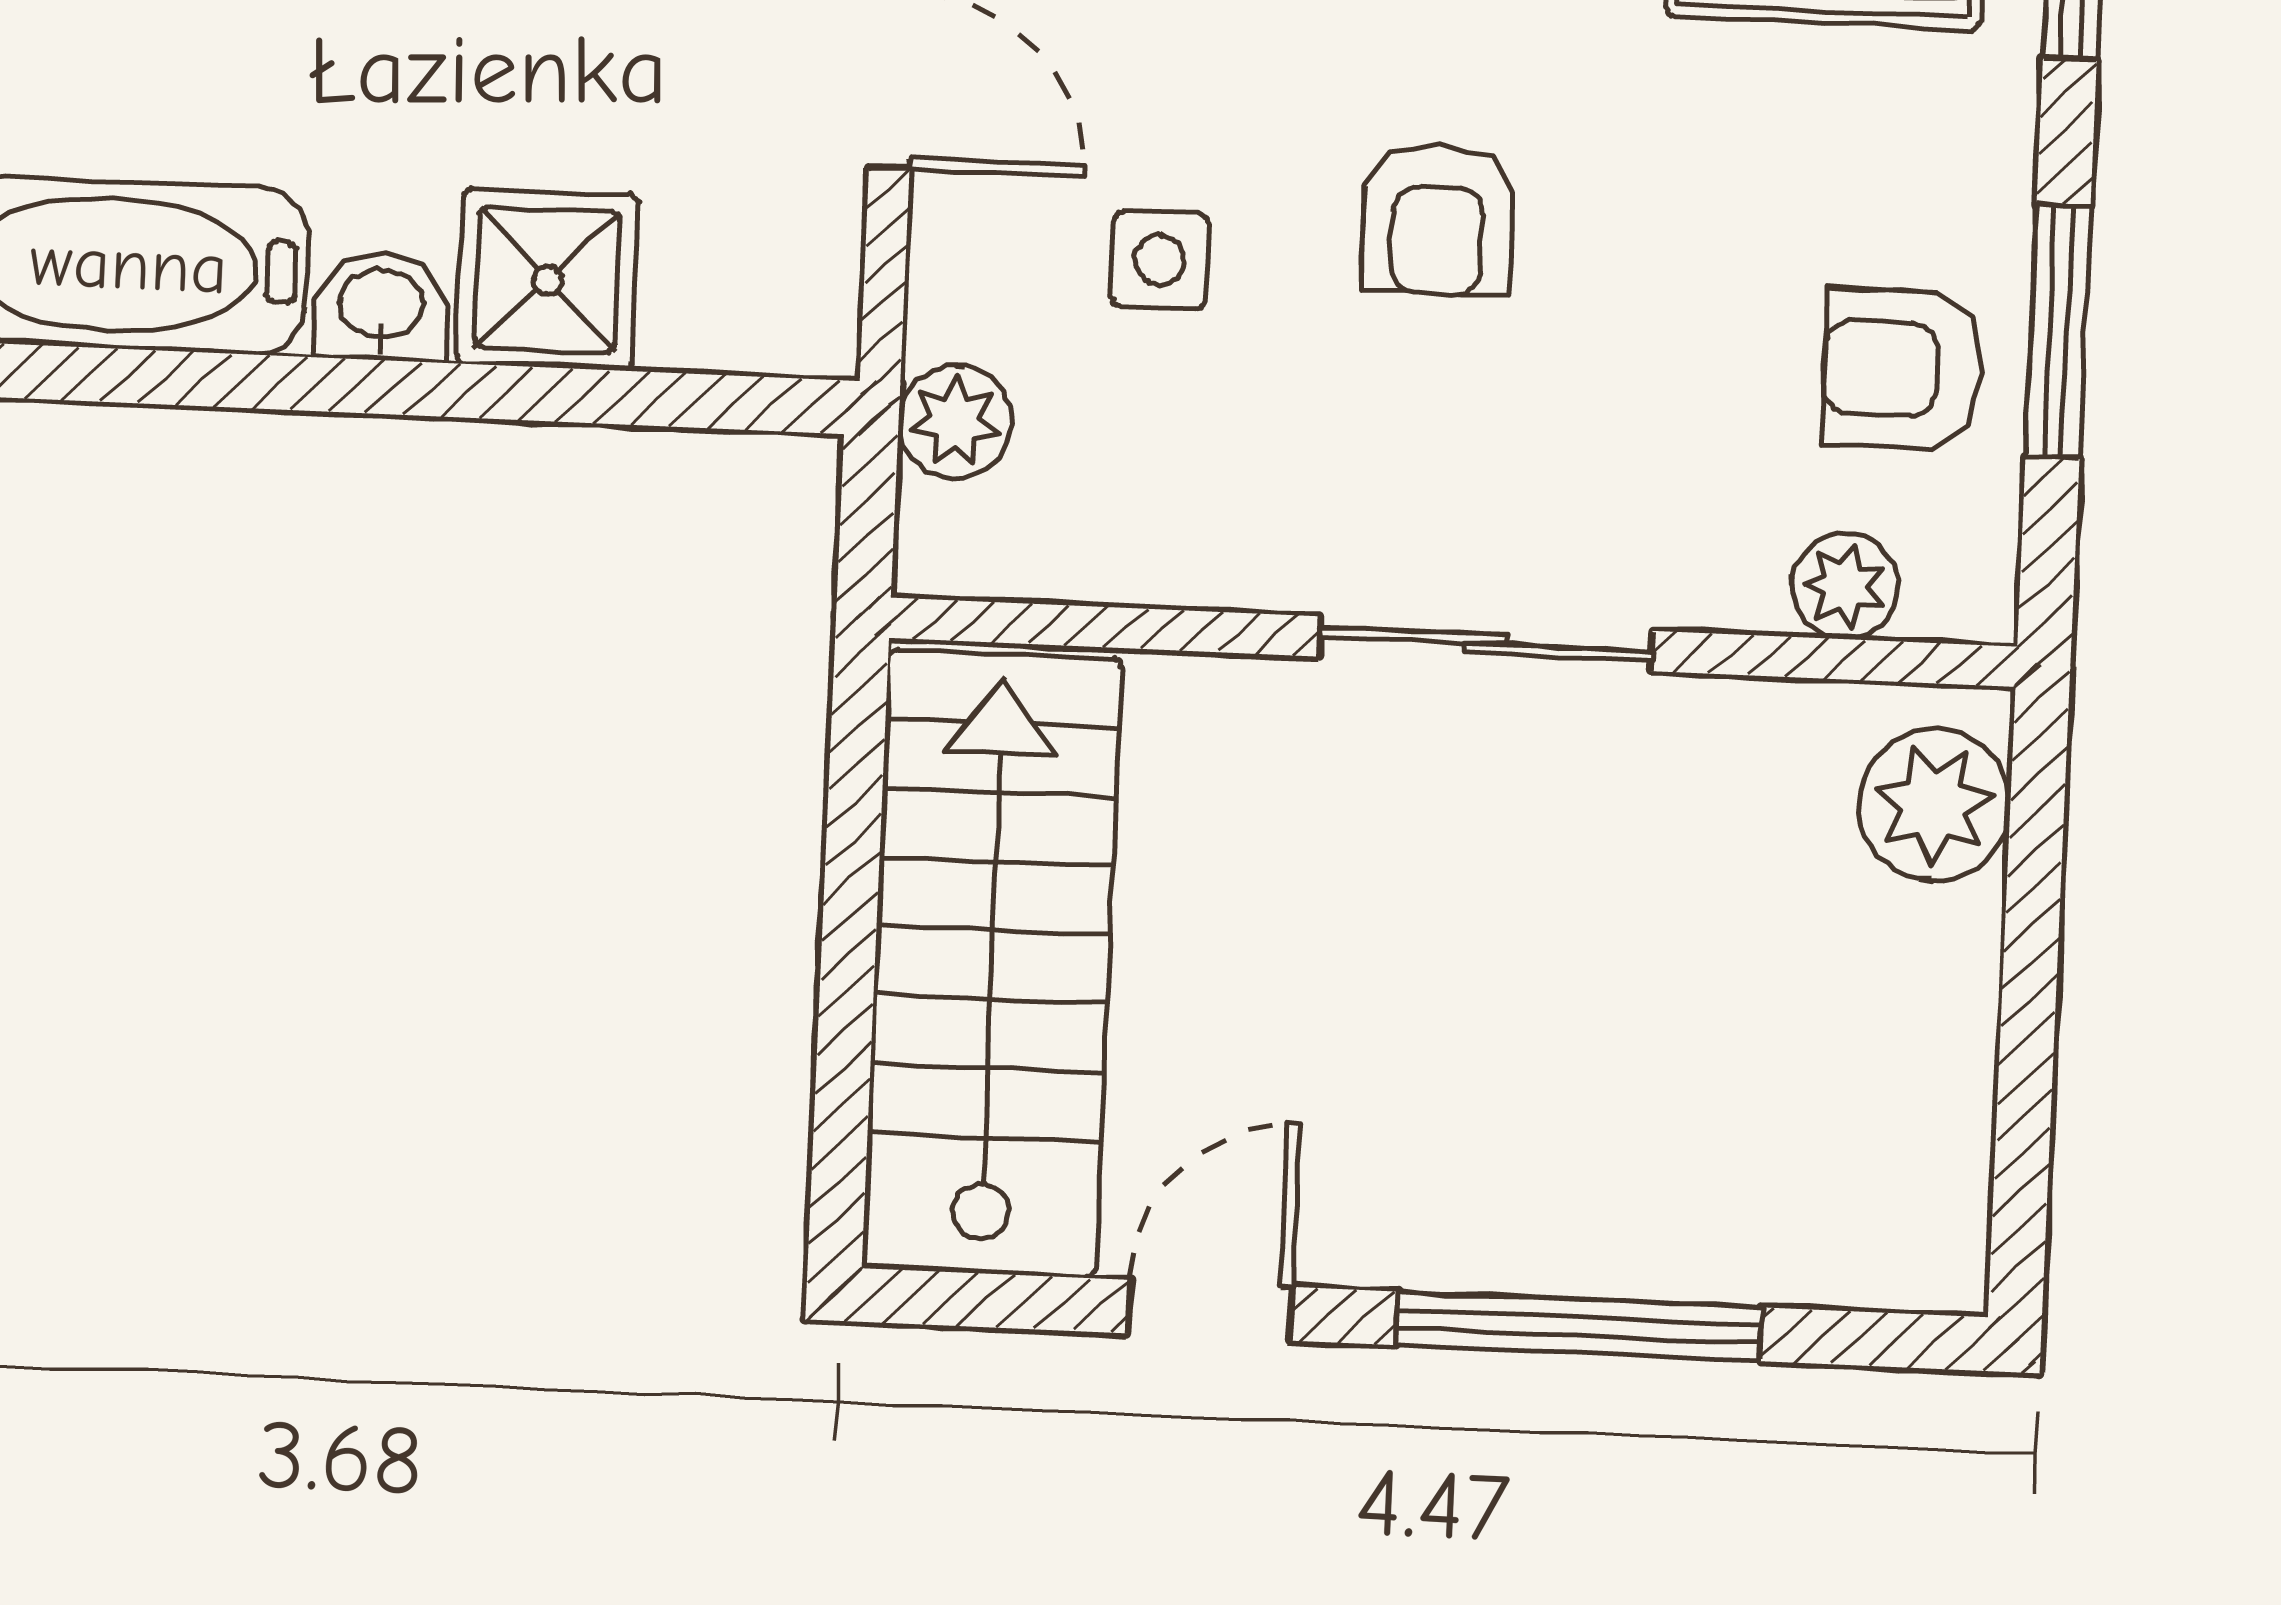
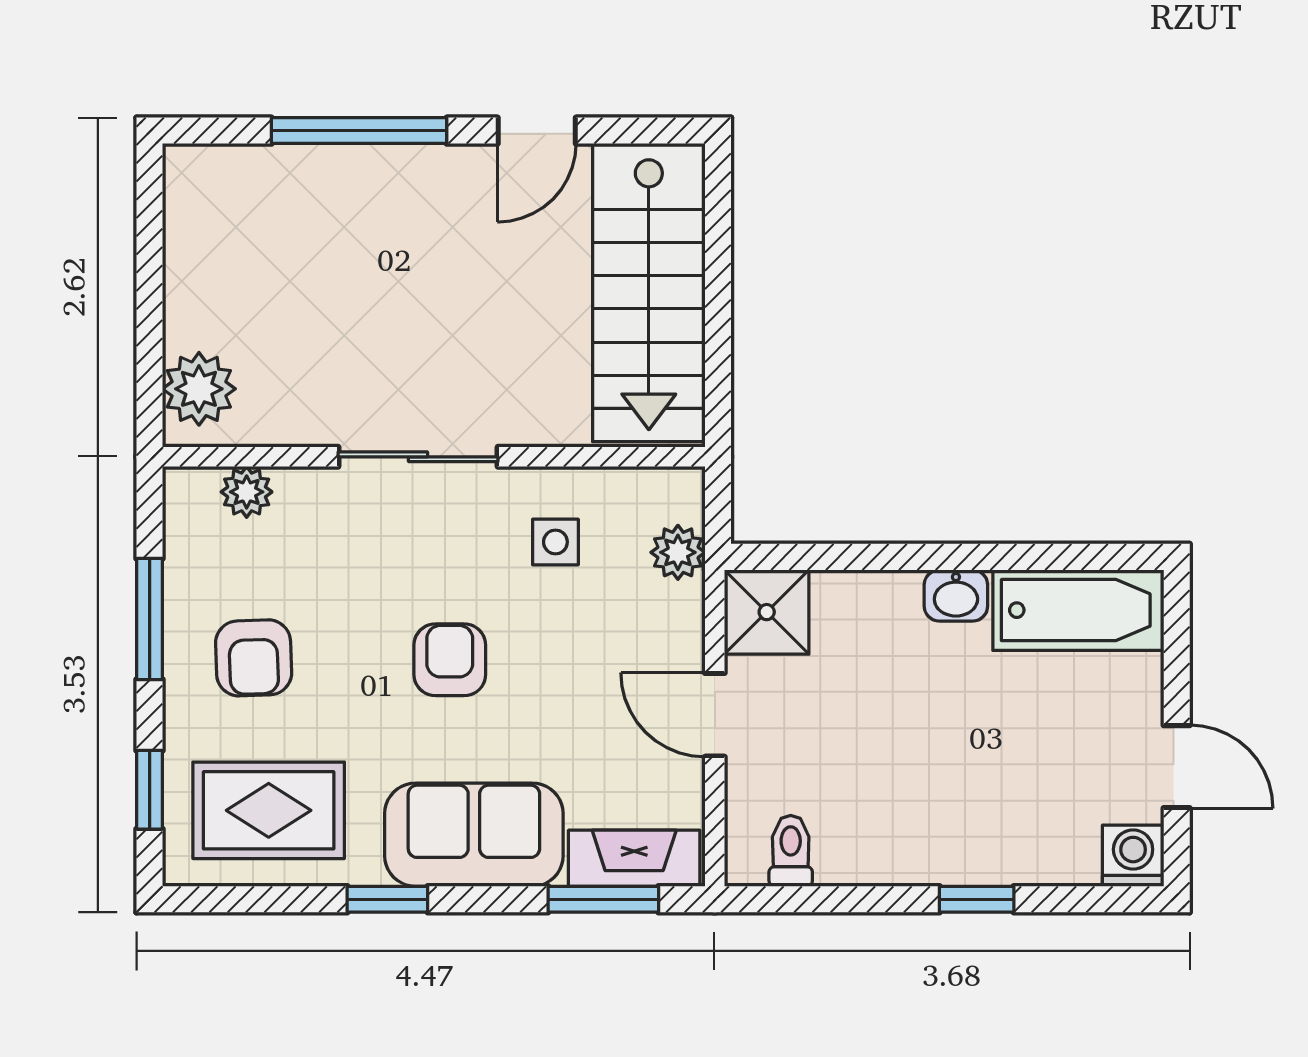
side table: (1160, 260) -> (555, 542), moved
shower: (547, 280) -> (767, 612), moved
armchair: (1902, 369) -> (254, 658), moved, turned 88

